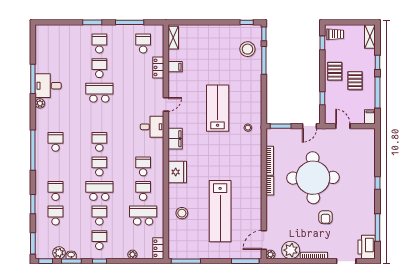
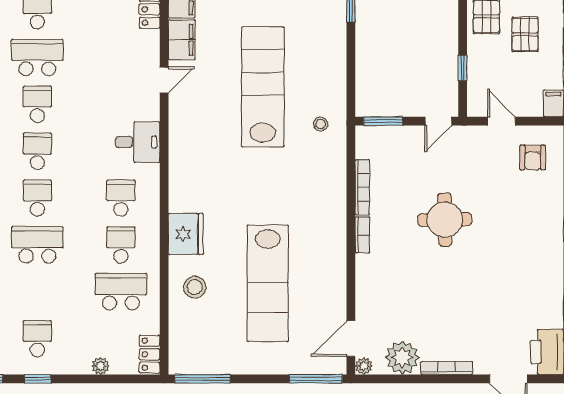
lab bench: (218, 108) -> (263, 87), width x1.36
desk: (152, 127) -> (138, 142), moved
filing cabinet: (175, 139) -> (182, 40), moved
fridge: (177, 172) -> (186, 234), moved
round table: (313, 178) -> (445, 220), width x0.54, depth x0.54
school desk: (99, 216) -> (37, 104), moved
armchair: (325, 217) -> (533, 158), moved

